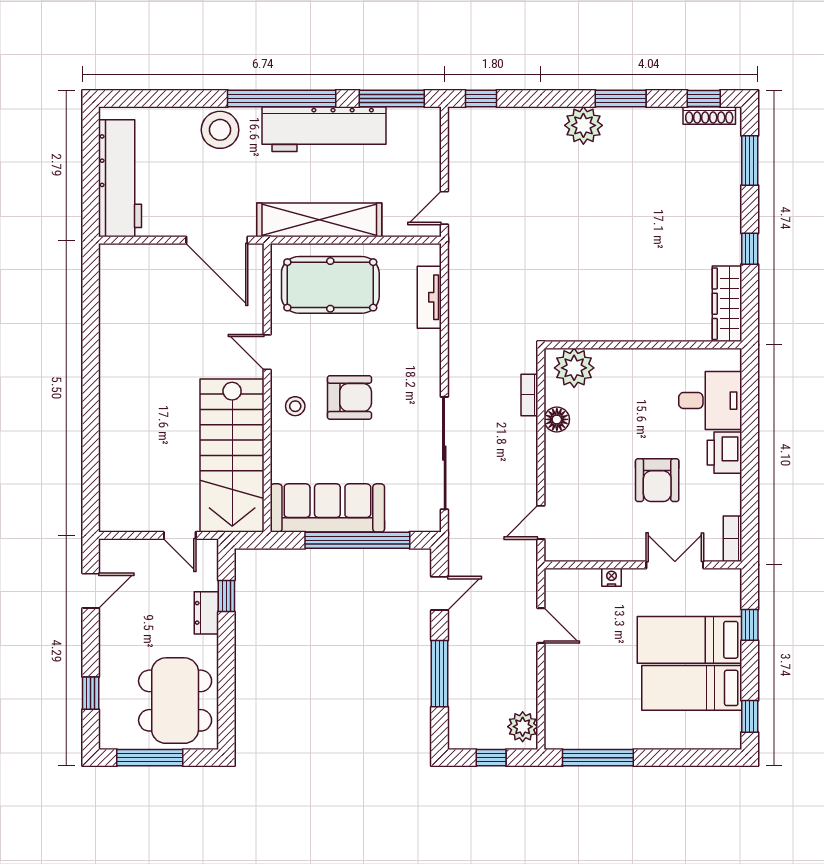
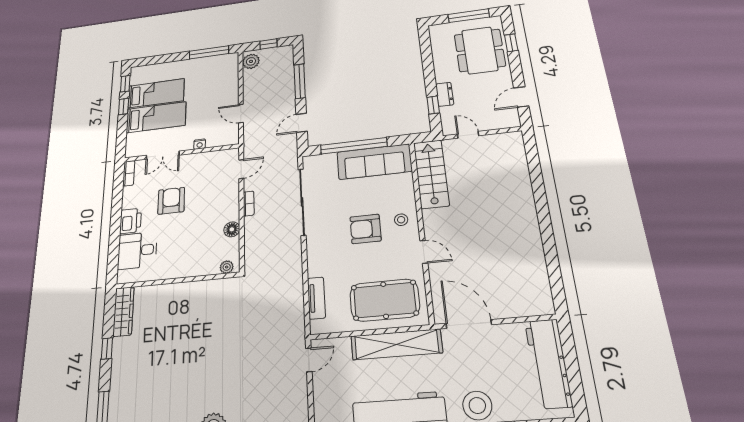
plant: (574, 368) -> (227, 267), width x0.53, depth x0.53
bookcase: (529, 395) -> (249, 204), moved
stairs: (232, 456) -> (431, 174), width x0.73, depth x0.66
window: (750, 625) -> (124, 106), moved
dining table: (175, 701) -> (480, 50), moved

